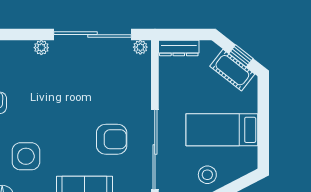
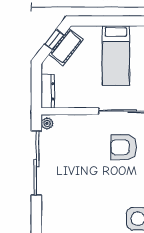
plant: (41, 48) -> (47, 206), removed
armchair: (112, 139) -> (124, 147), turned -90

